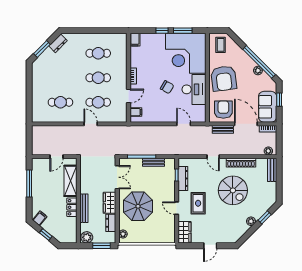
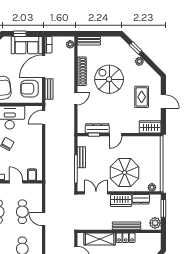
door: (91, 124) -> (44, 219), hinge flipped
door: (184, 124) -> (44, 117), moved
spiral stairs: (233, 190) -> (109, 79), turned -90
rug: (198, 203) -> (142, 97), moved, turned 90
door: (177, 208) -> (116, 135), moved

